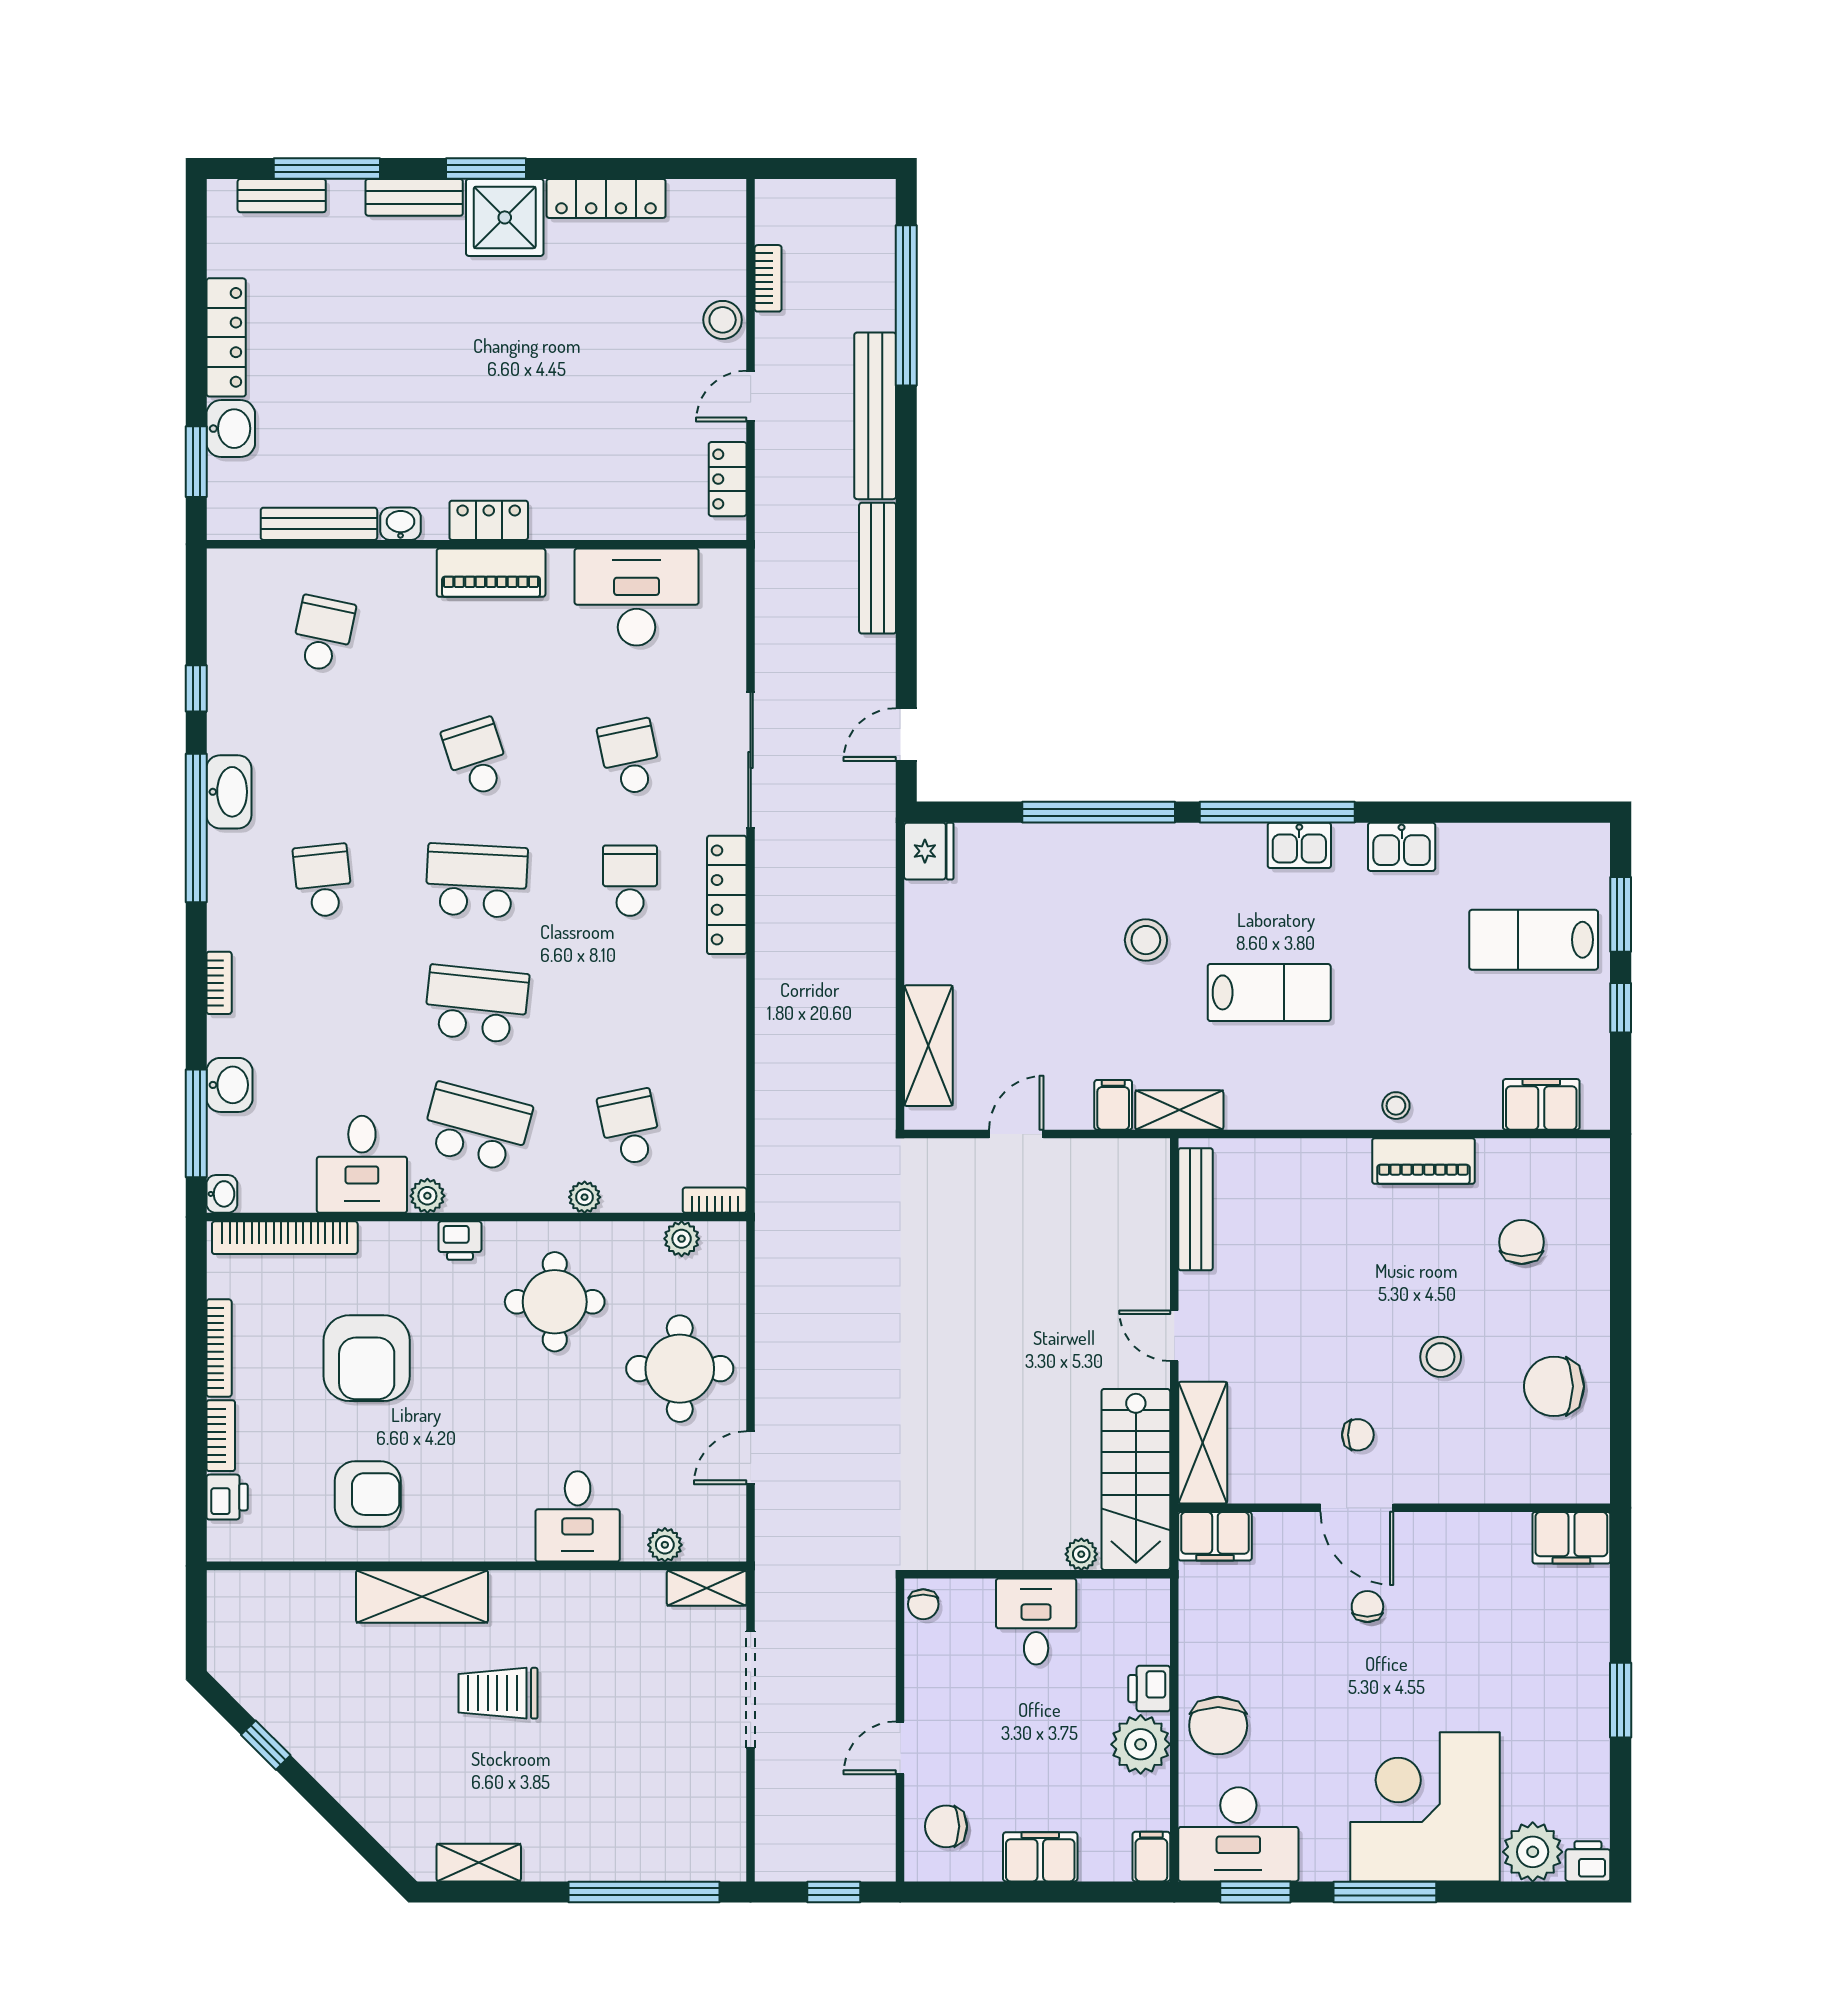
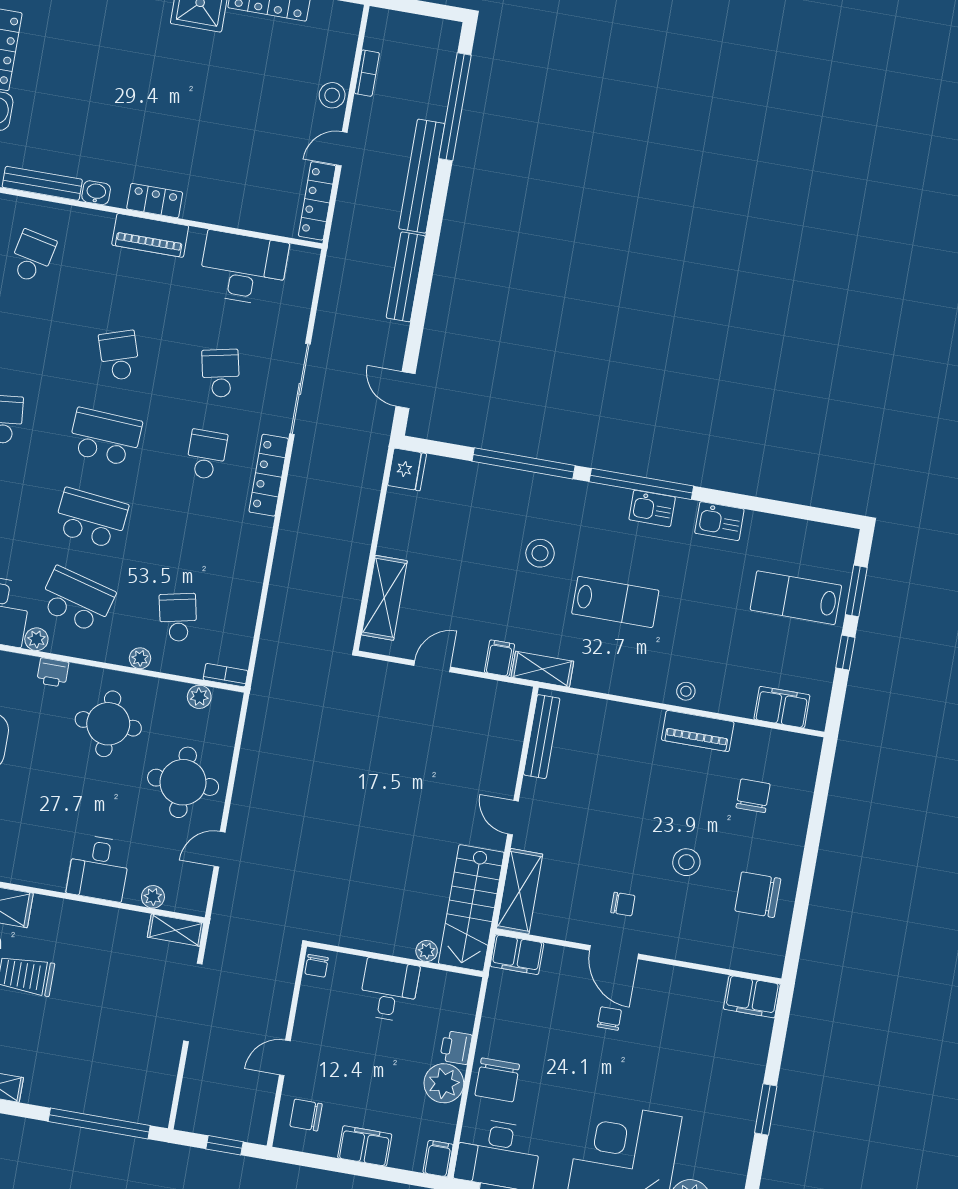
locker: (728, 479) -> (317, 201), width x1.53
door: (906, 735) -> (406, 390), hinge flipped

